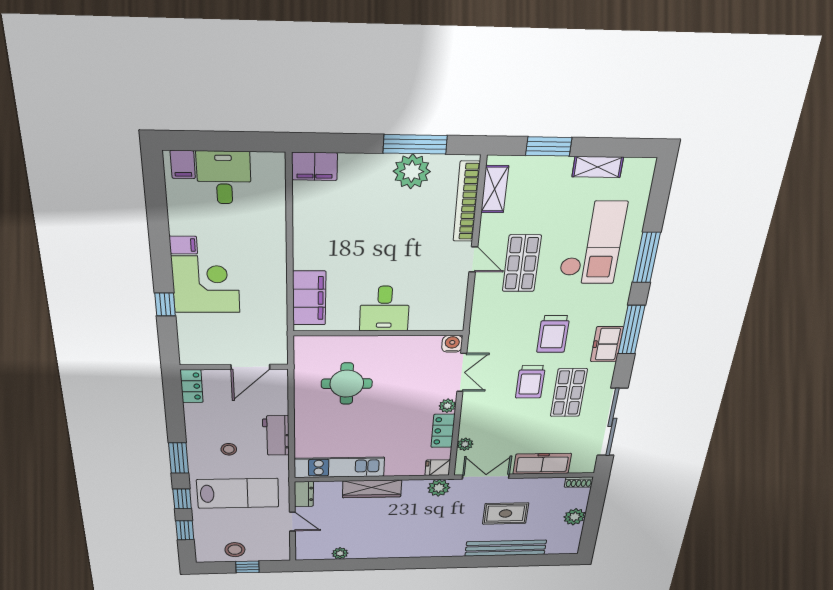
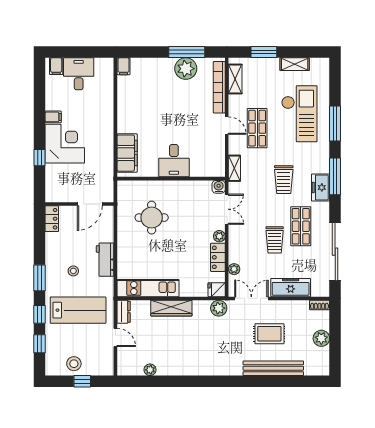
filing cabinet: (315, 166) -> (124, 66), width x0.50
shelving: (479, 319) -> (234, 168), added
trolley: (530, 382) -> (275, 240), moved

